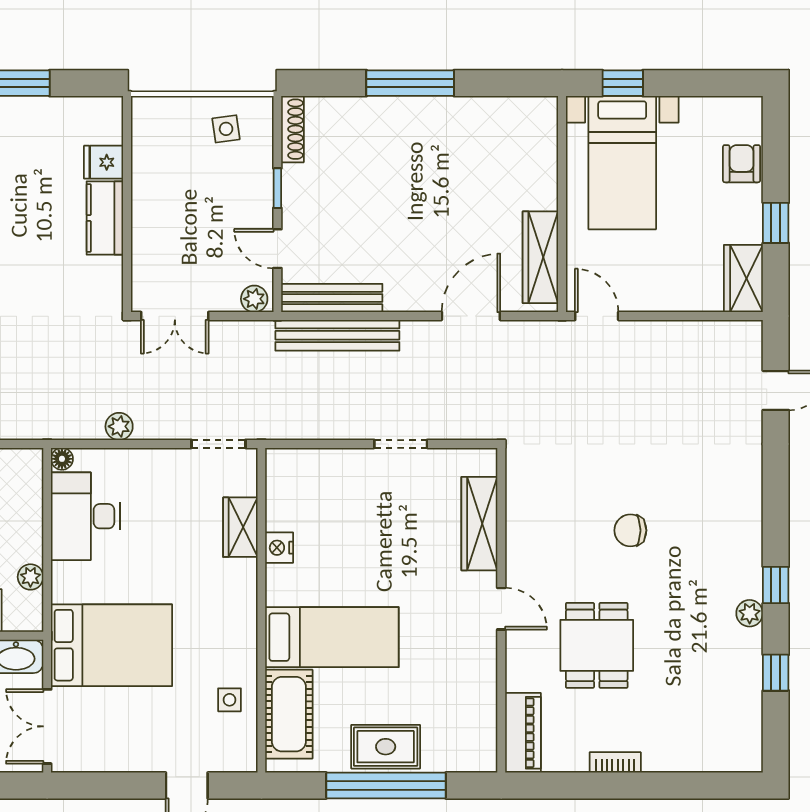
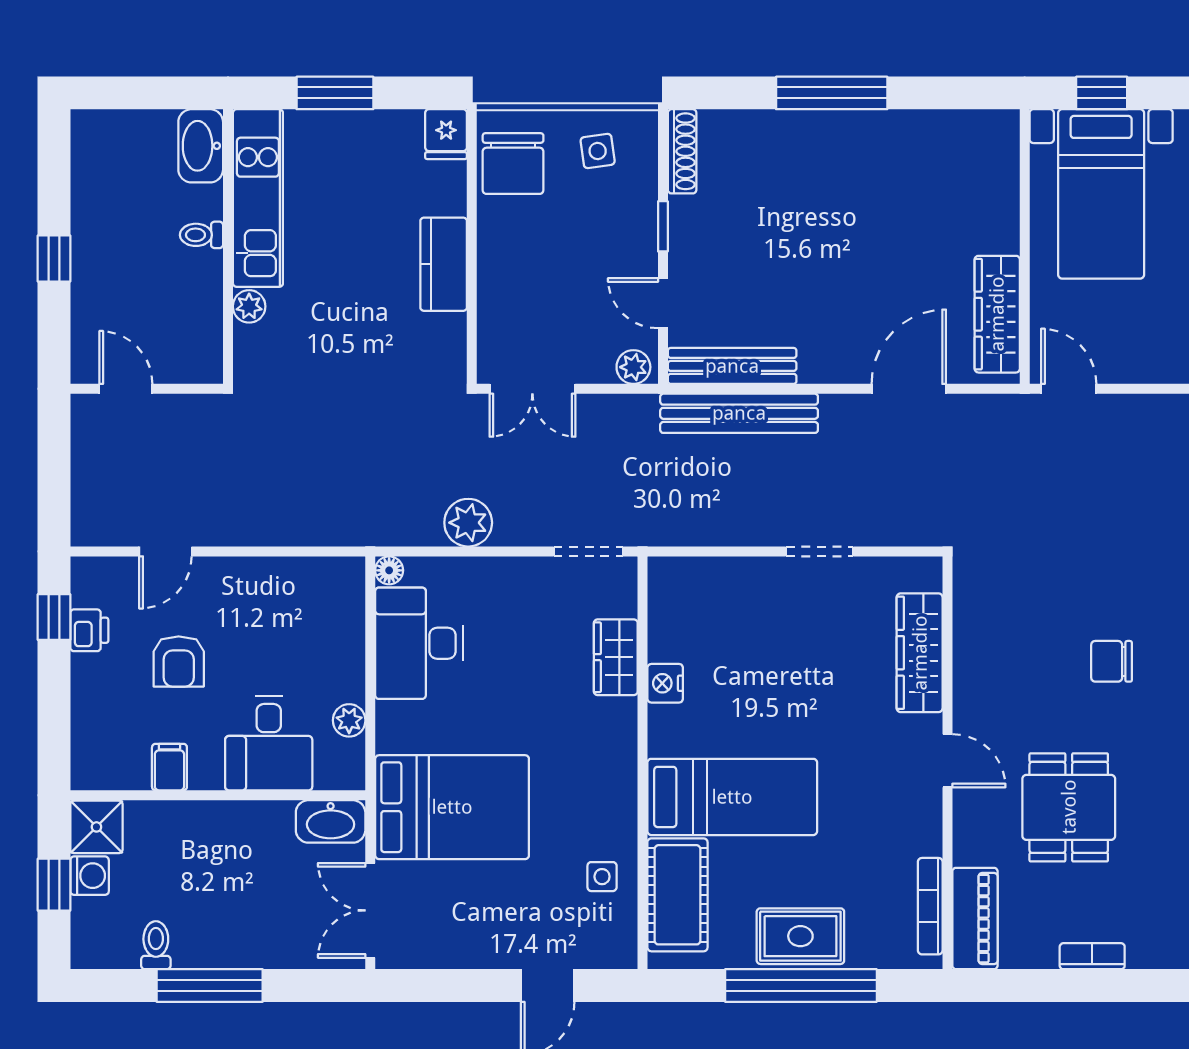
chair: (159, 139) -> (513, 164), added
fridge: (104, 162) -> (446, 134), moved, turned -90
plant: (119, 426) -> (468, 523), width x1.38, depth x1.38
bookcase: (488, 723) -> (930, 906), added

